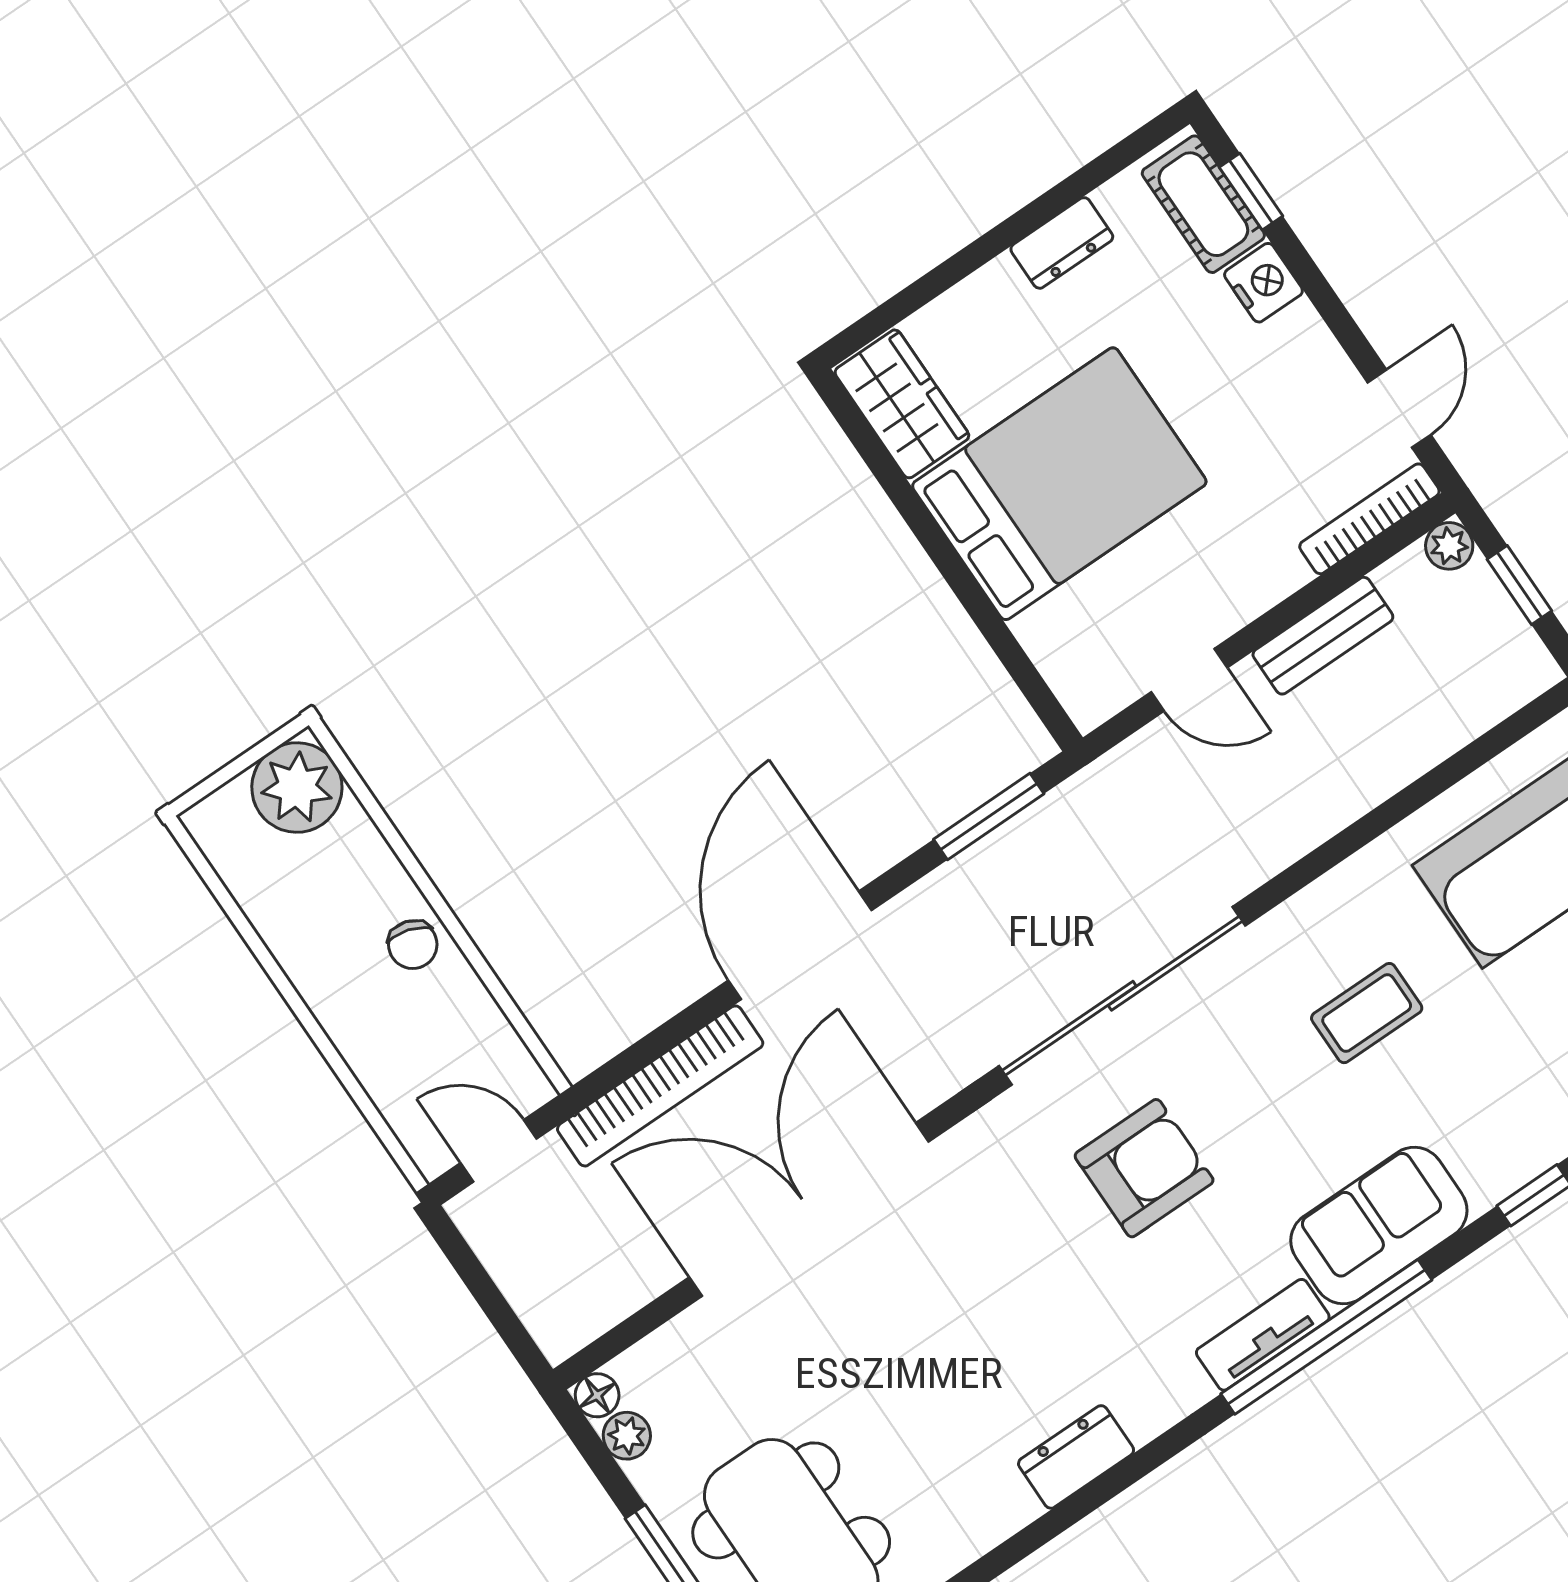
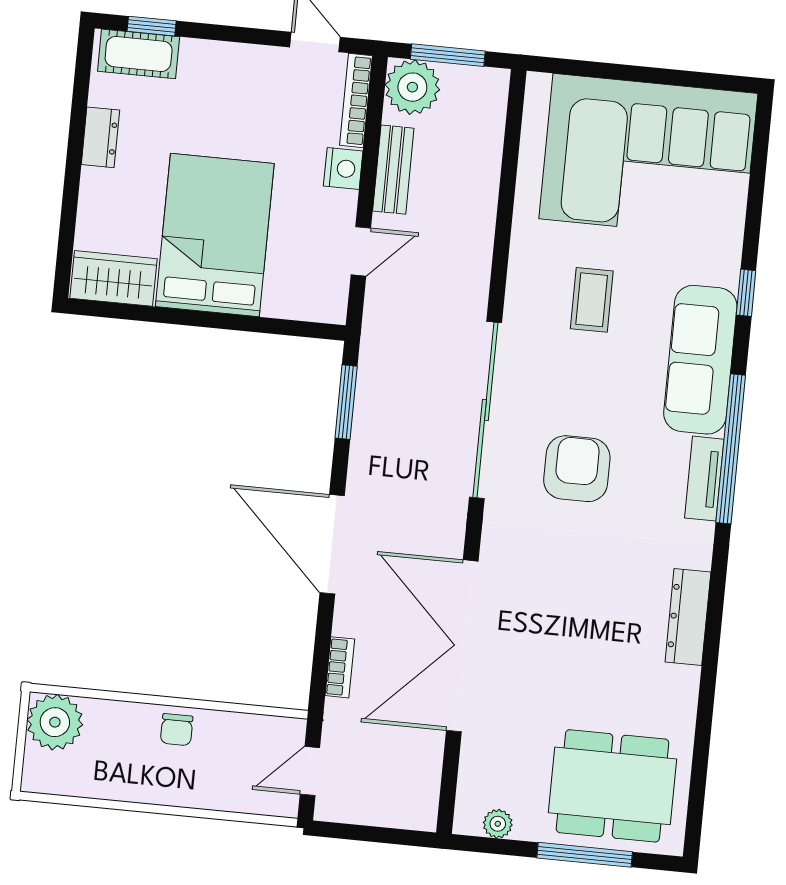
nightstand: (1263, 283) -> (343, 168), moved, turned 90
plant: (1449, 546) -> (412, 87), width x1.88, depth x1.88
window: (1519, 585) -> (448, 55), width x1.50
chair: (413, 945) -> (177, 730), turned 73
bookcase: (660, 1086) -> (340, 667), width x0.43, depth x0.76
sofa: (1379, 1225) -> (700, 360), width x1.36
floor lamp: (597, 1395) -> (466, 822), removed
dresser: (1076, 1457) -> (688, 617), width x1.44

